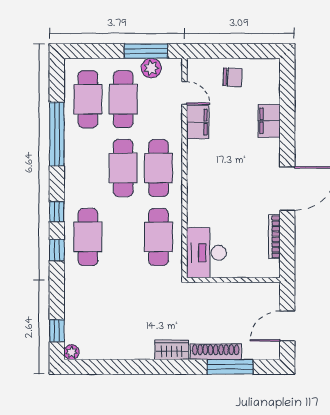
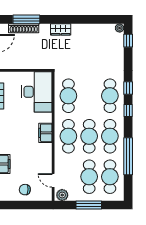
window: (146, 51) -> (89, 205), moved
plant: (151, 68) -> (62, 195), moved
filing cabinet: (198, 122) -> (45, 133), moved
cafe table: (88, 168) -> (110, 136), added
desk: (206, 253) -> (37, 92), width x1.36, depth x1.30
shoe rack: (216, 352) -> (24, 28), moved

